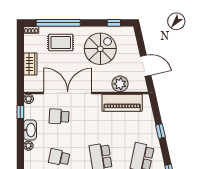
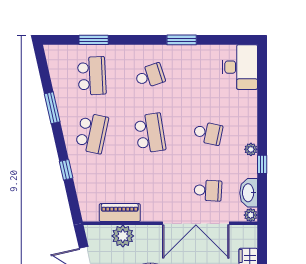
piano: (122, 103) -> (120, 213), width x0.73, depth x0.75
window: (20, 112) -> (262, 164), moved
washbasin: (30, 130) -> (249, 193), moved

